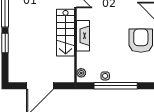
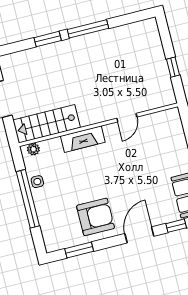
stairs: (66, 33) -> (47, 124), moved

